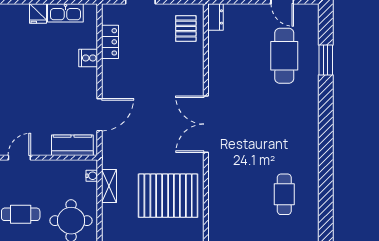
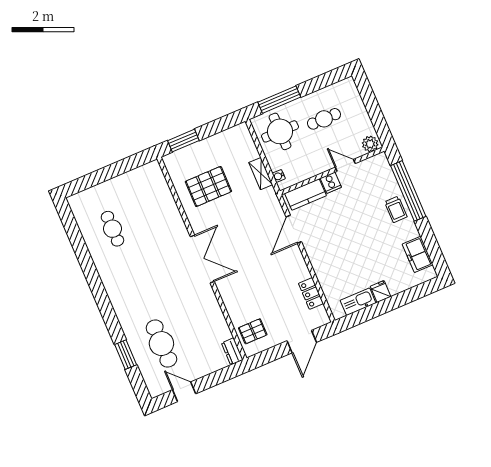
pallet: (186, 29) -> (253, 331), turned 90
cooker: (88, 58) -> (331, 183), moved, turned 90
door: (19, 158) -> (345, 165), swing flipped
pallet: (168, 196) -> (208, 186), width x0.73, depth x0.71

